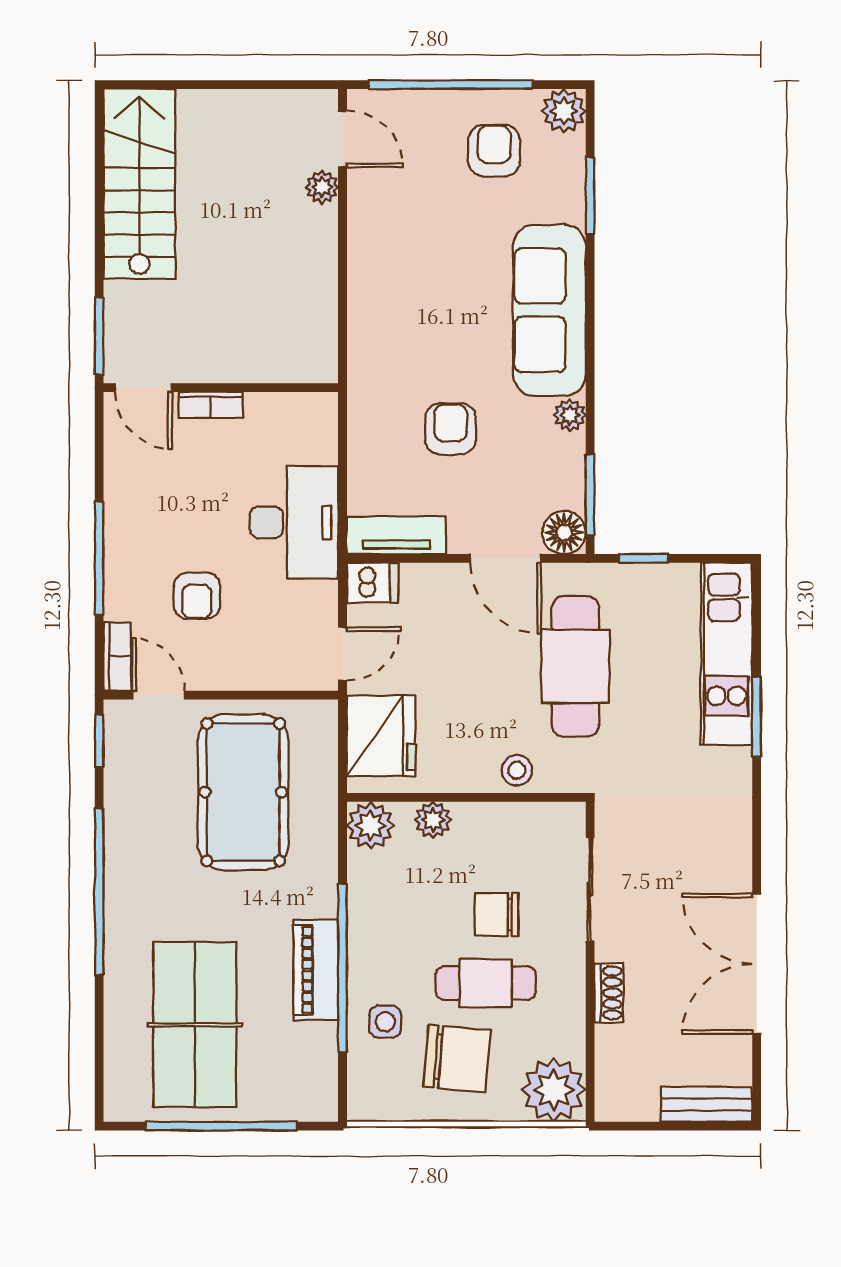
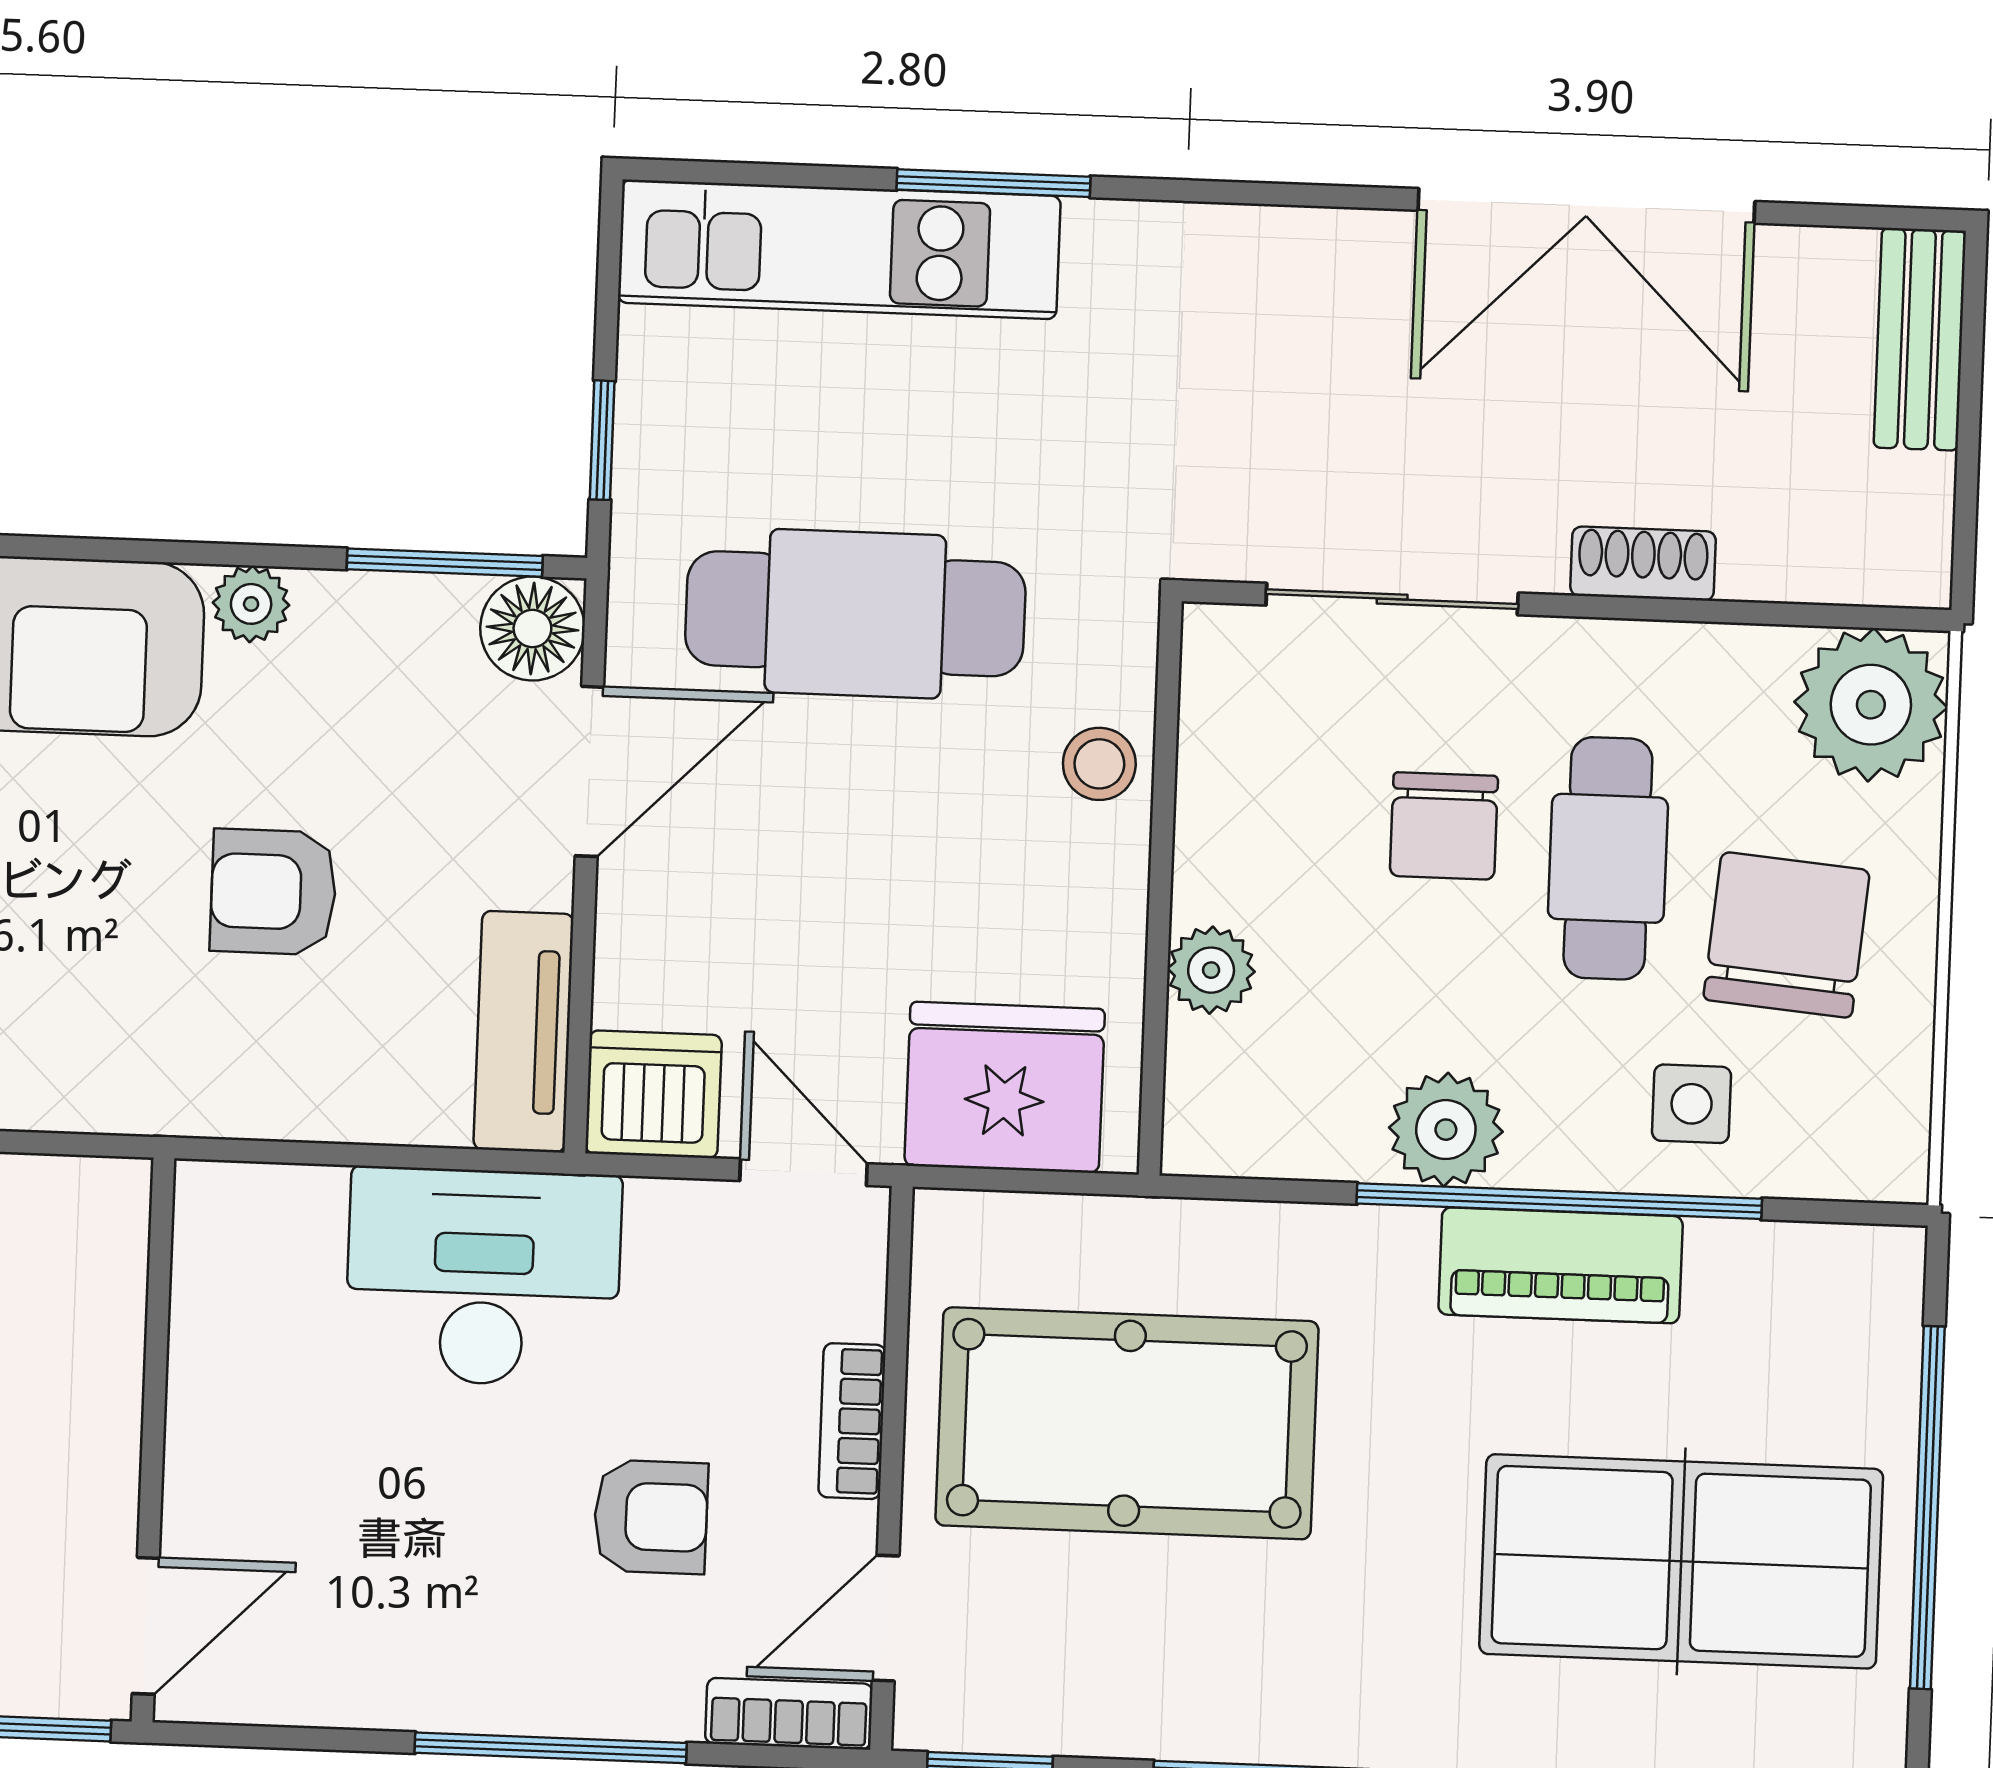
bookcase: (211, 405) -> (852, 1421), moved, turned 180
dishwasher: (372, 583) -> (653, 1094), width x1.38
plant: (370, 825) -> (1446, 1130), moved

